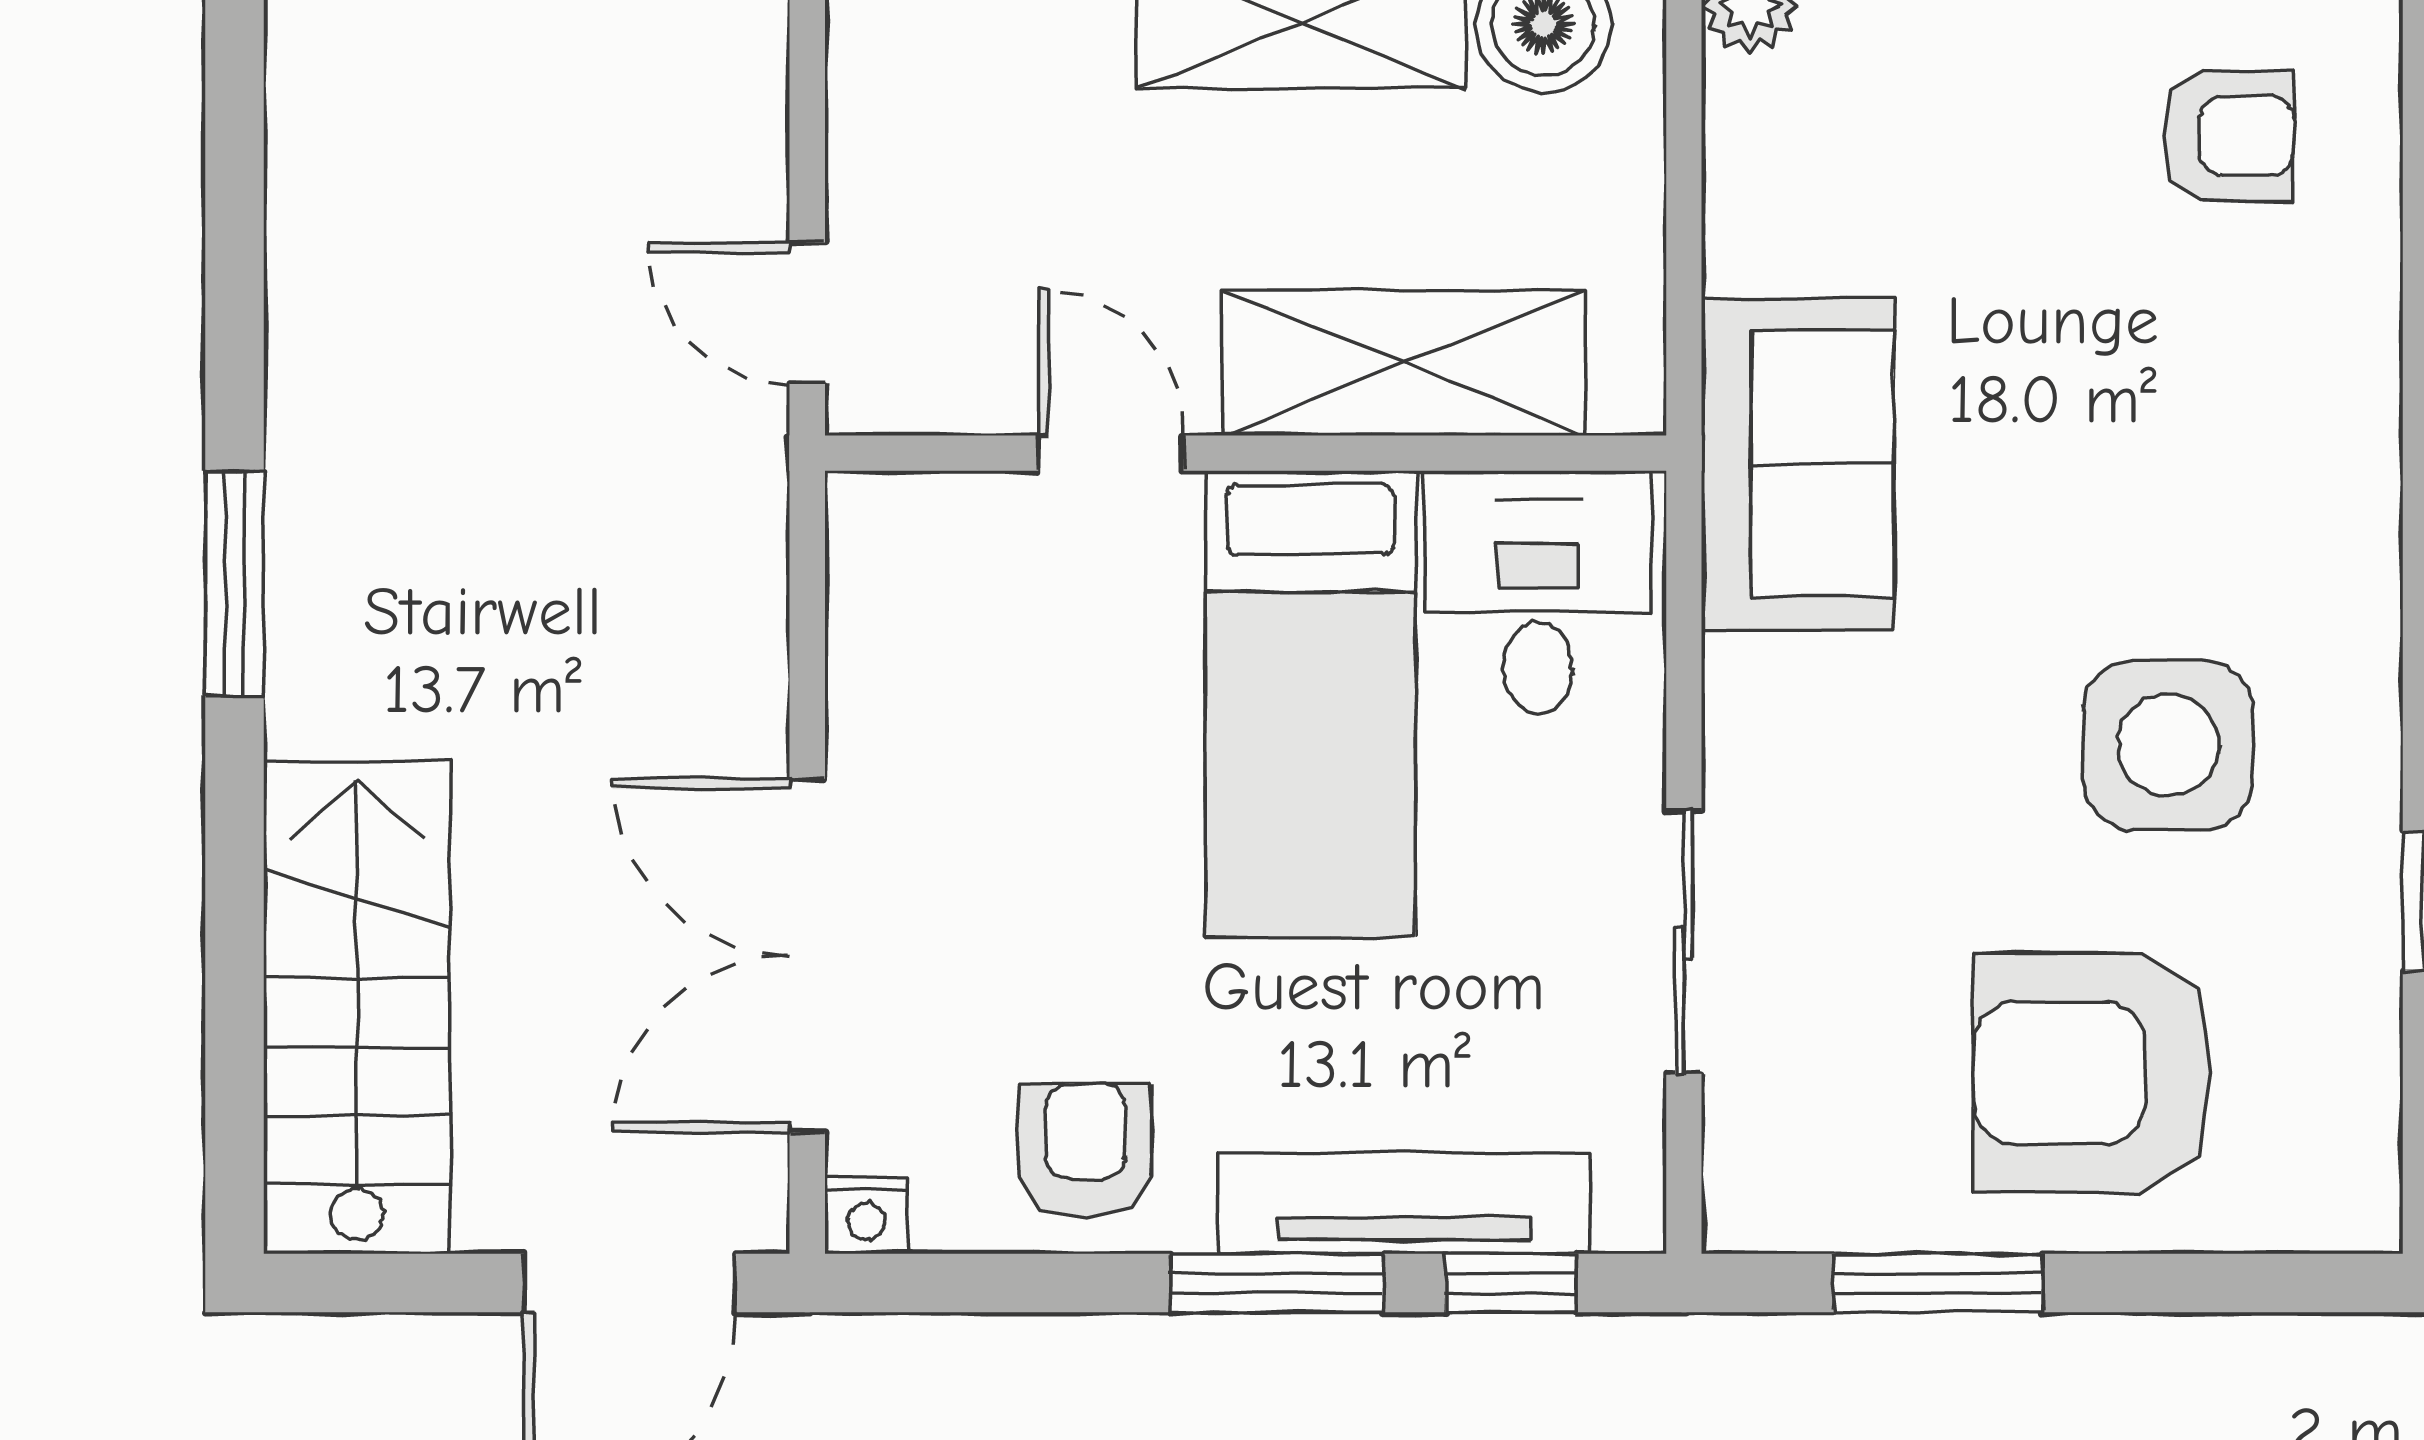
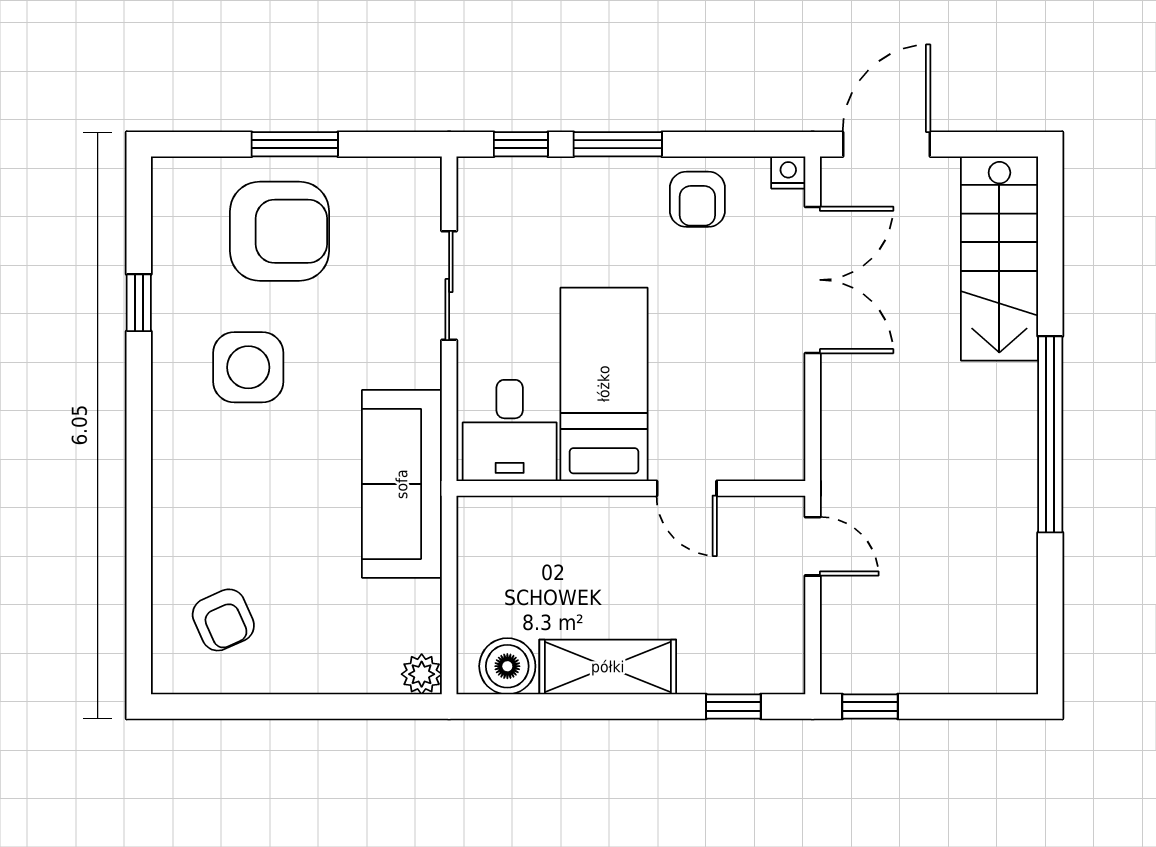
armchair: (2228, 136) -> (223, 620), turned -115
shelving: (1404, 363) -> (565, 526), removed
sofa: (1798, 464) -> (402, 484), width x1.36
window: (234, 583) -> (1050, 434), width x2.11
tv unit: (1404, 1203) -> (565, 177), removed
window: (1938, 1283) -> (295, 144), moved

